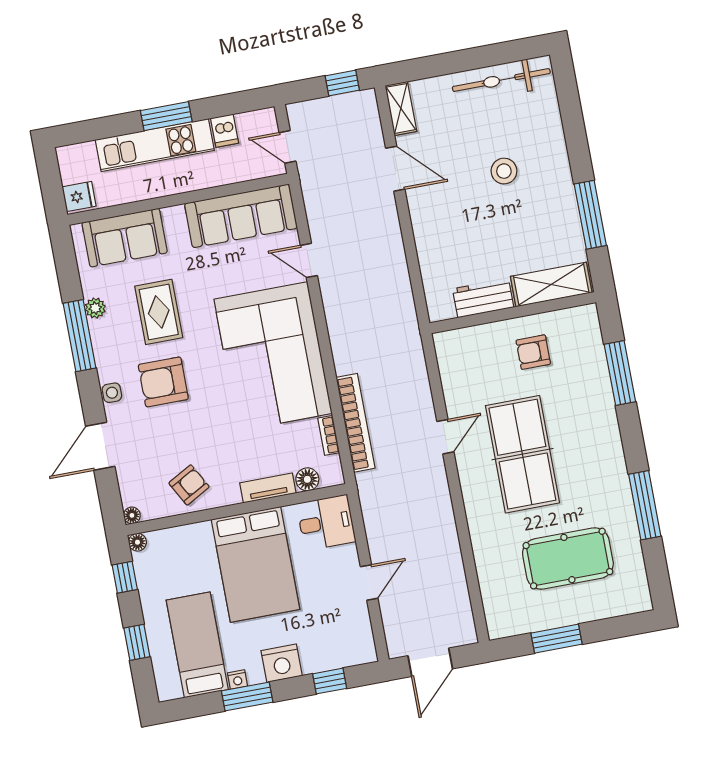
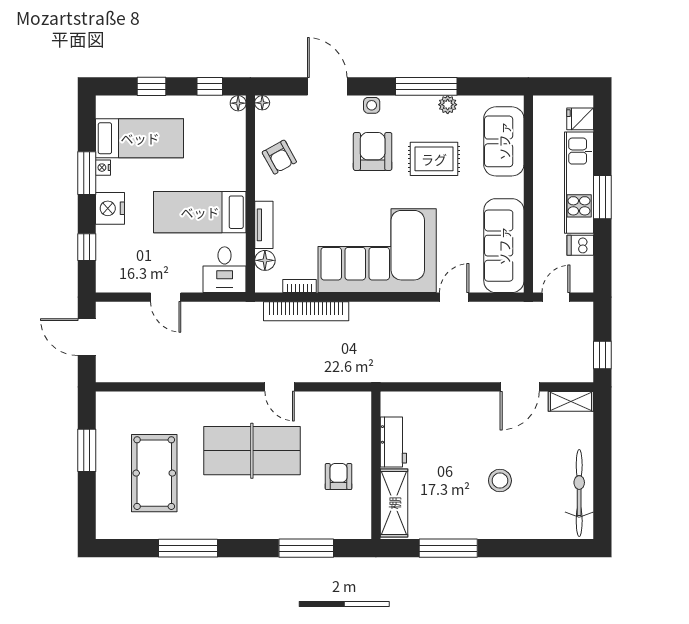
fridge: (79, 197) -> (580, 119), moved, turned 90
bed: (256, 564) -> (200, 212), width x0.67

